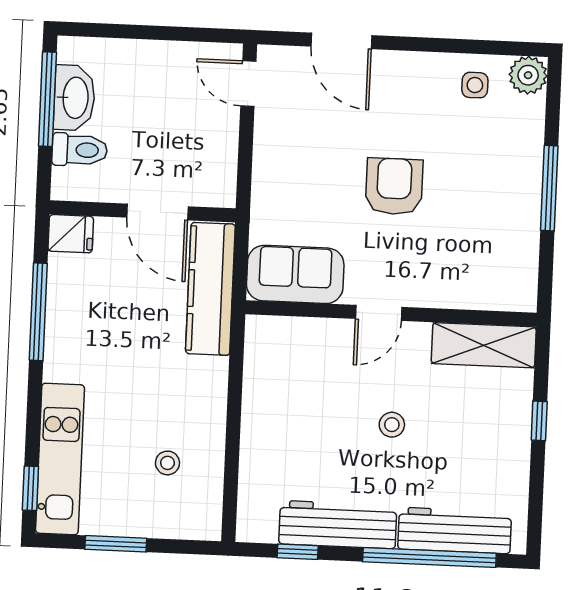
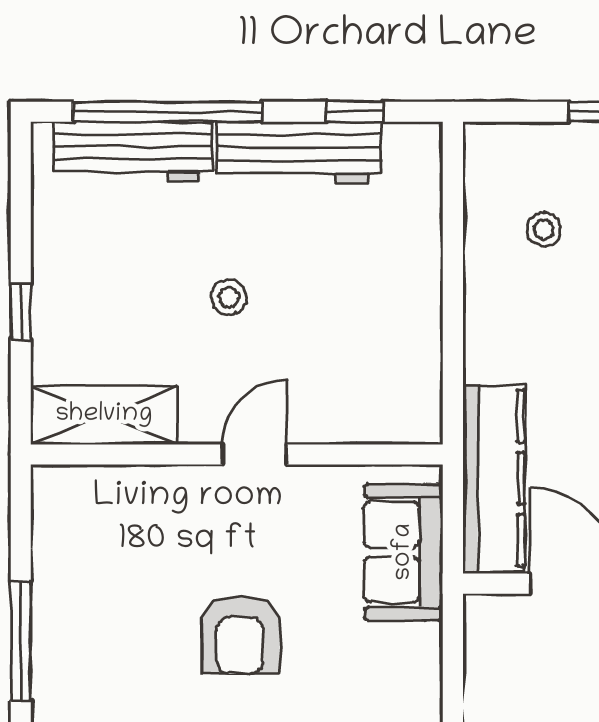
sofa: (295, 274) -> (404, 552), moved, turned 90

